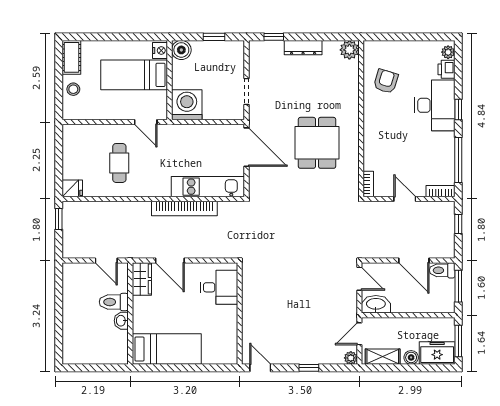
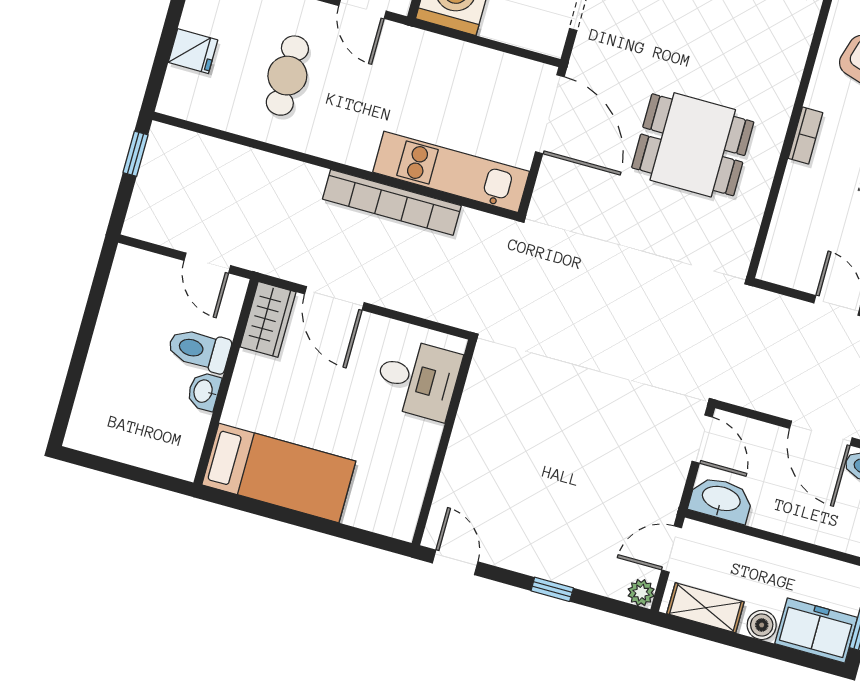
dining table: (317, 143) -> (693, 145), turned 90
bookcase: (368, 184) -> (805, 136), moved
fridge: (72, 188) -> (193, 51), moved

